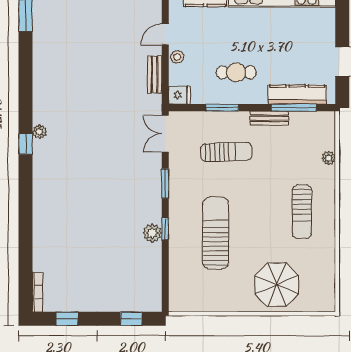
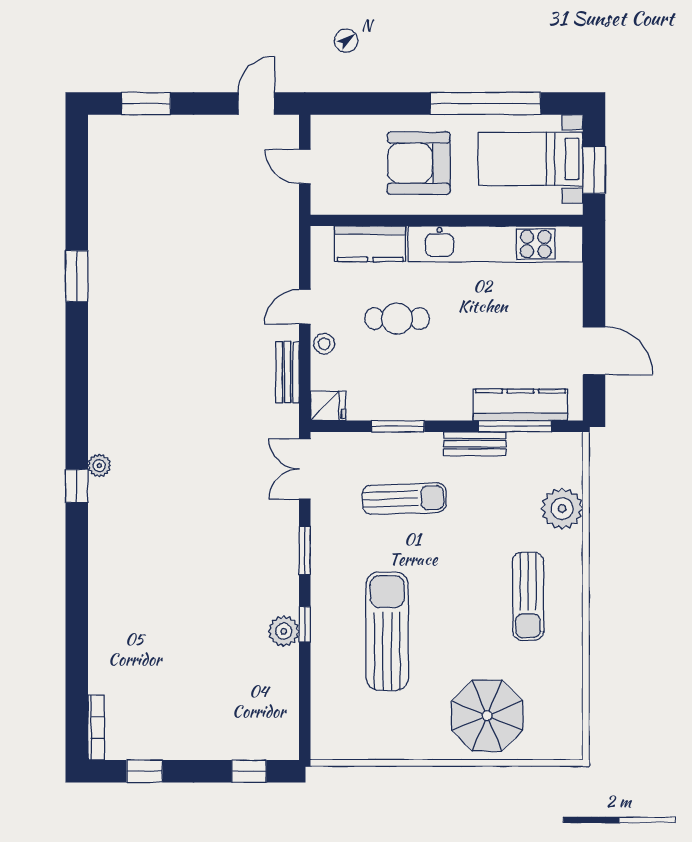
cafe table: (236, 72) -> (397, 319), moved
plant: (329, 158) -> (562, 509), width x1.87, depth x1.87

